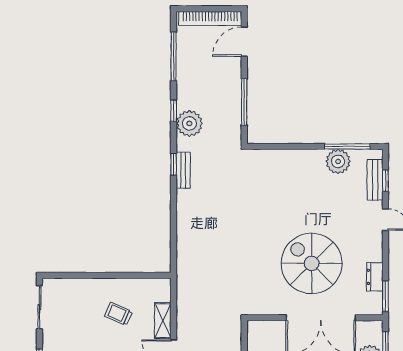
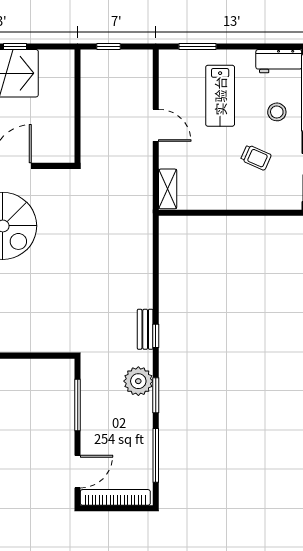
window: (174, 111) -> (156, 395), width x1.50
trolley: (118, 314) -> (256, 157), moved
shelving: (163, 321) -> (168, 189), moved

